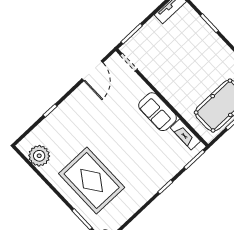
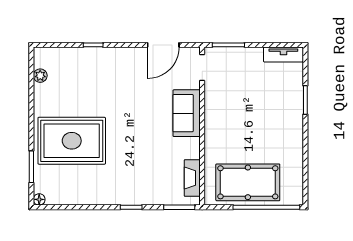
sofa: (158, 112) -> (187, 113), moved
plant: (39, 156) -> (40, 76), width x0.53, depth x0.53
rug: (92, 181) -> (72, 141), turned 90

